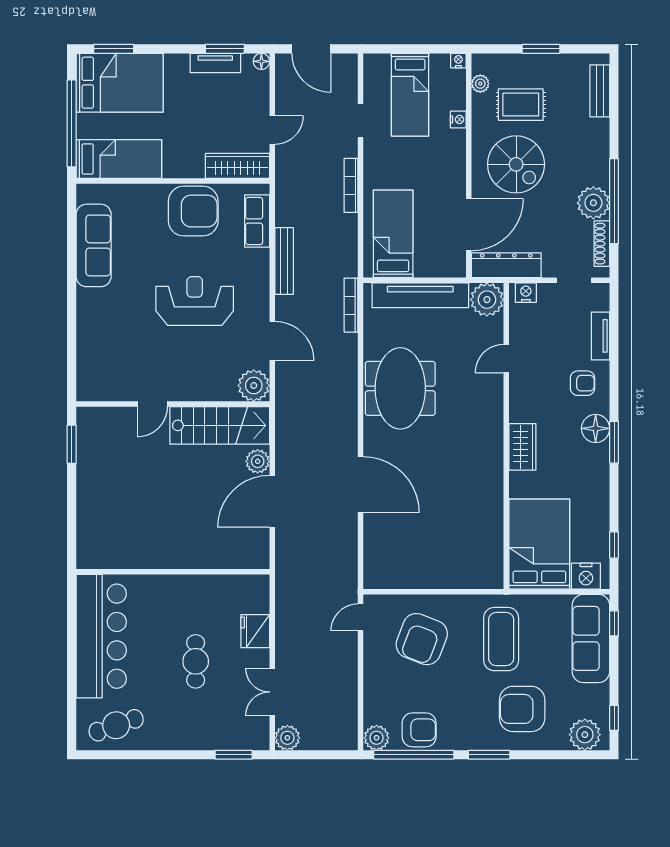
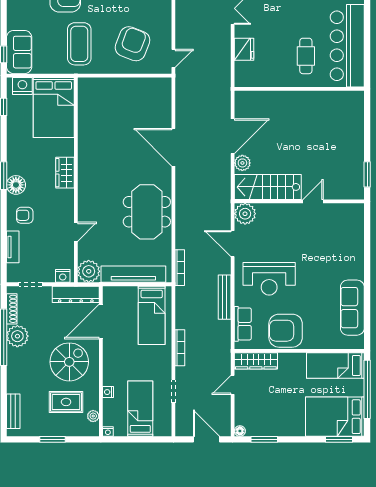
tv unit: (215, 63) -> (271, 430), removed
spiral stairs: (516, 164) -> (69, 362), turned 90
reception desk: (195, 301) -> (269, 279), moved
sofa: (591, 638) -> (19, 52), width x0.73
cafe table: (196, 661) -> (306, 56), moved

